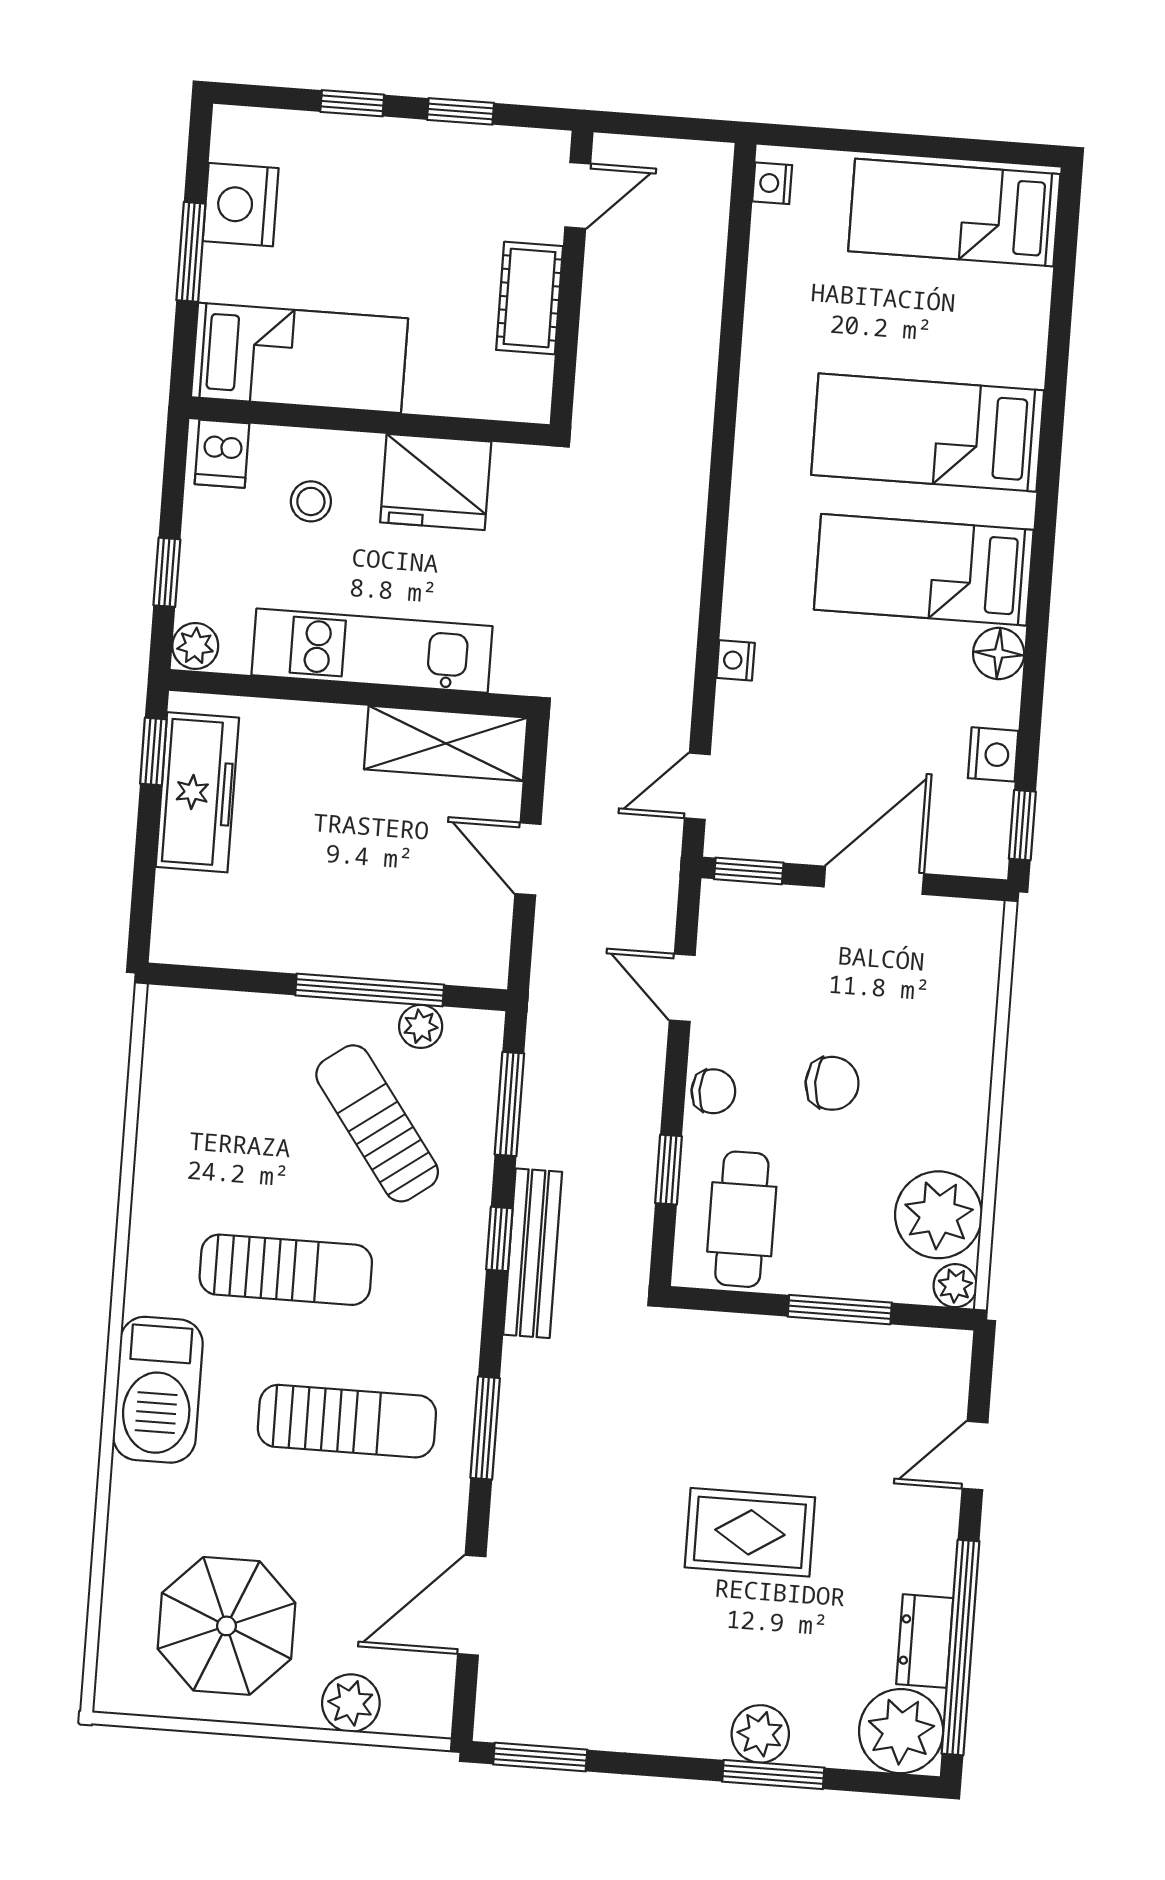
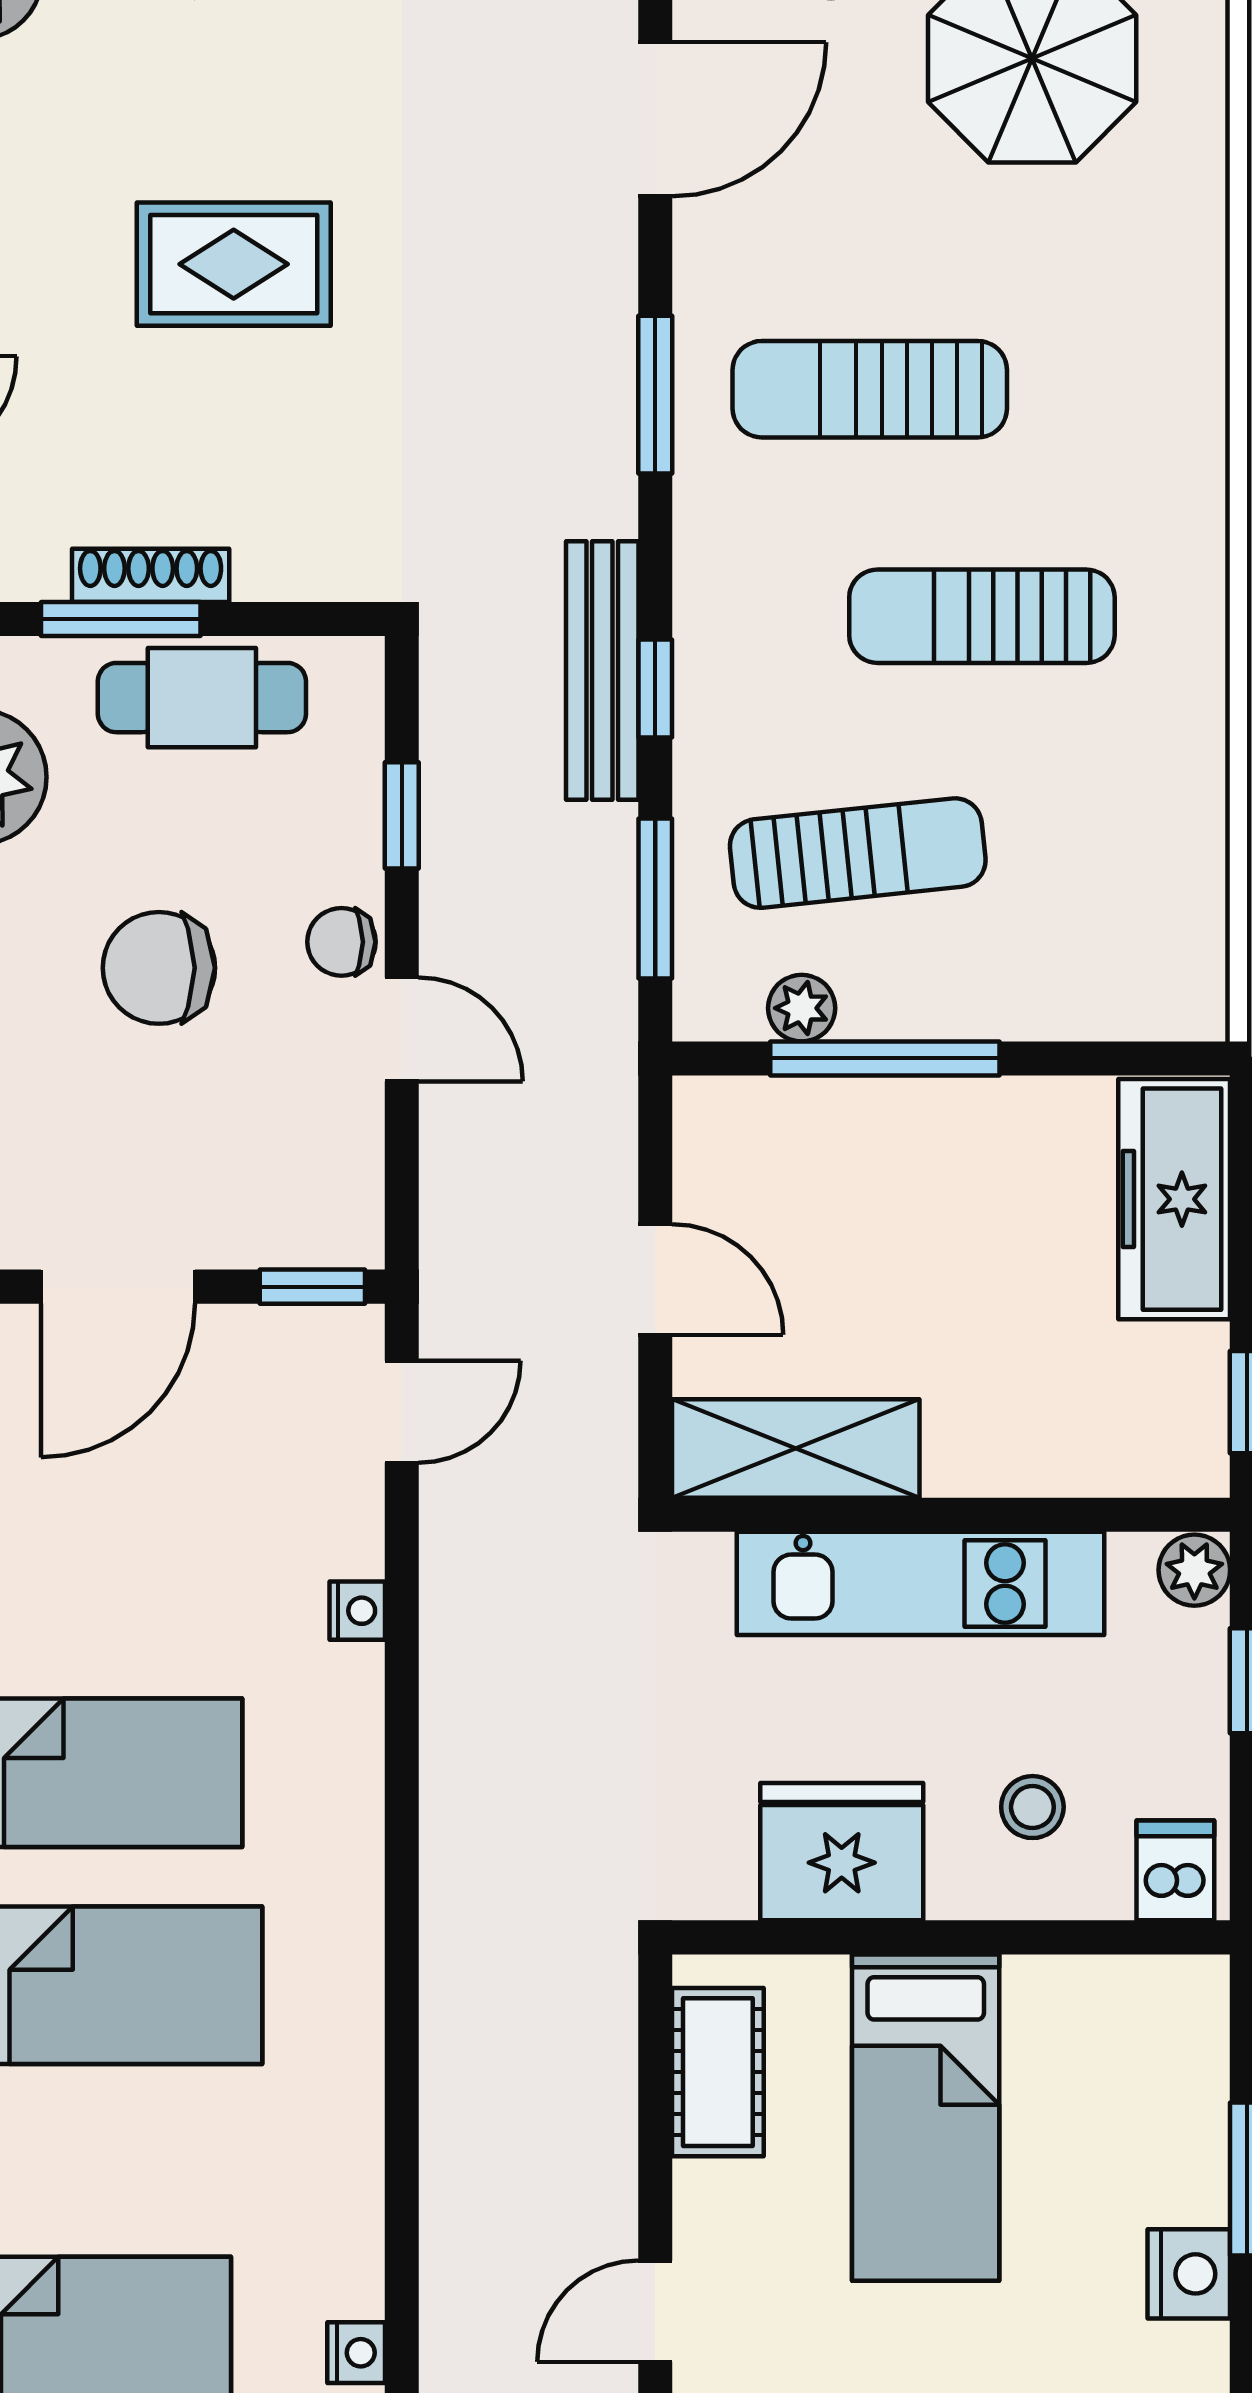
nightstand: (241, 205) -> (1189, 2274), width x0.74, depth x0.75
cot: (530, 298) -> (718, 2072), moved
bed: (300, 358) -> (926, 2118), moved, turned -90
freezer: (197, 792) -> (1174, 1199), moved
door: (682, 988) -> (402, 1029), moved
chair: (832, 1083) -> (159, 968), width x1.37, depth x1.37
sun lounger: (377, 1123) -> (858, 853), turned -60
cafe table: (742, 1219) -> (202, 698), moved, turned 90
shoe rack: (818, 1336) -> (151, 575), added
barbecue: (158, 1390) -> (1166, 416), removed

